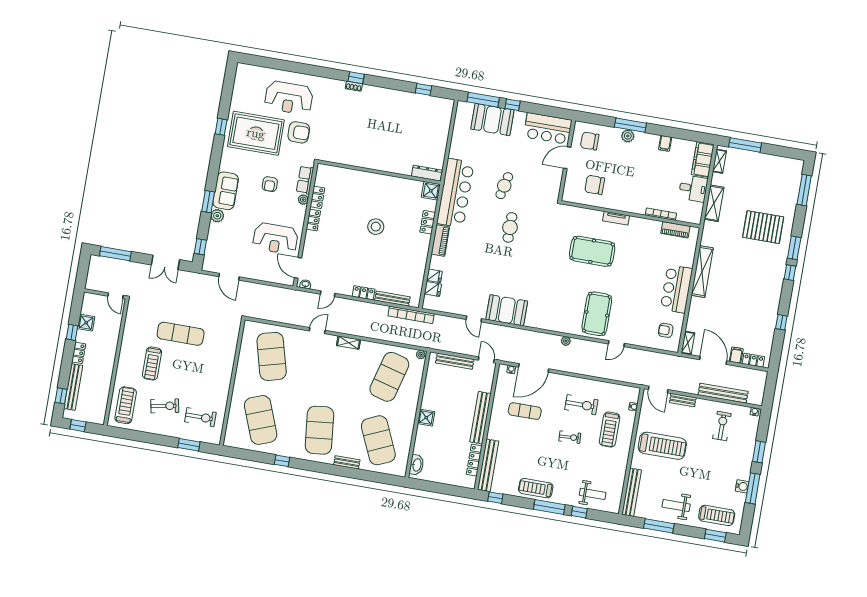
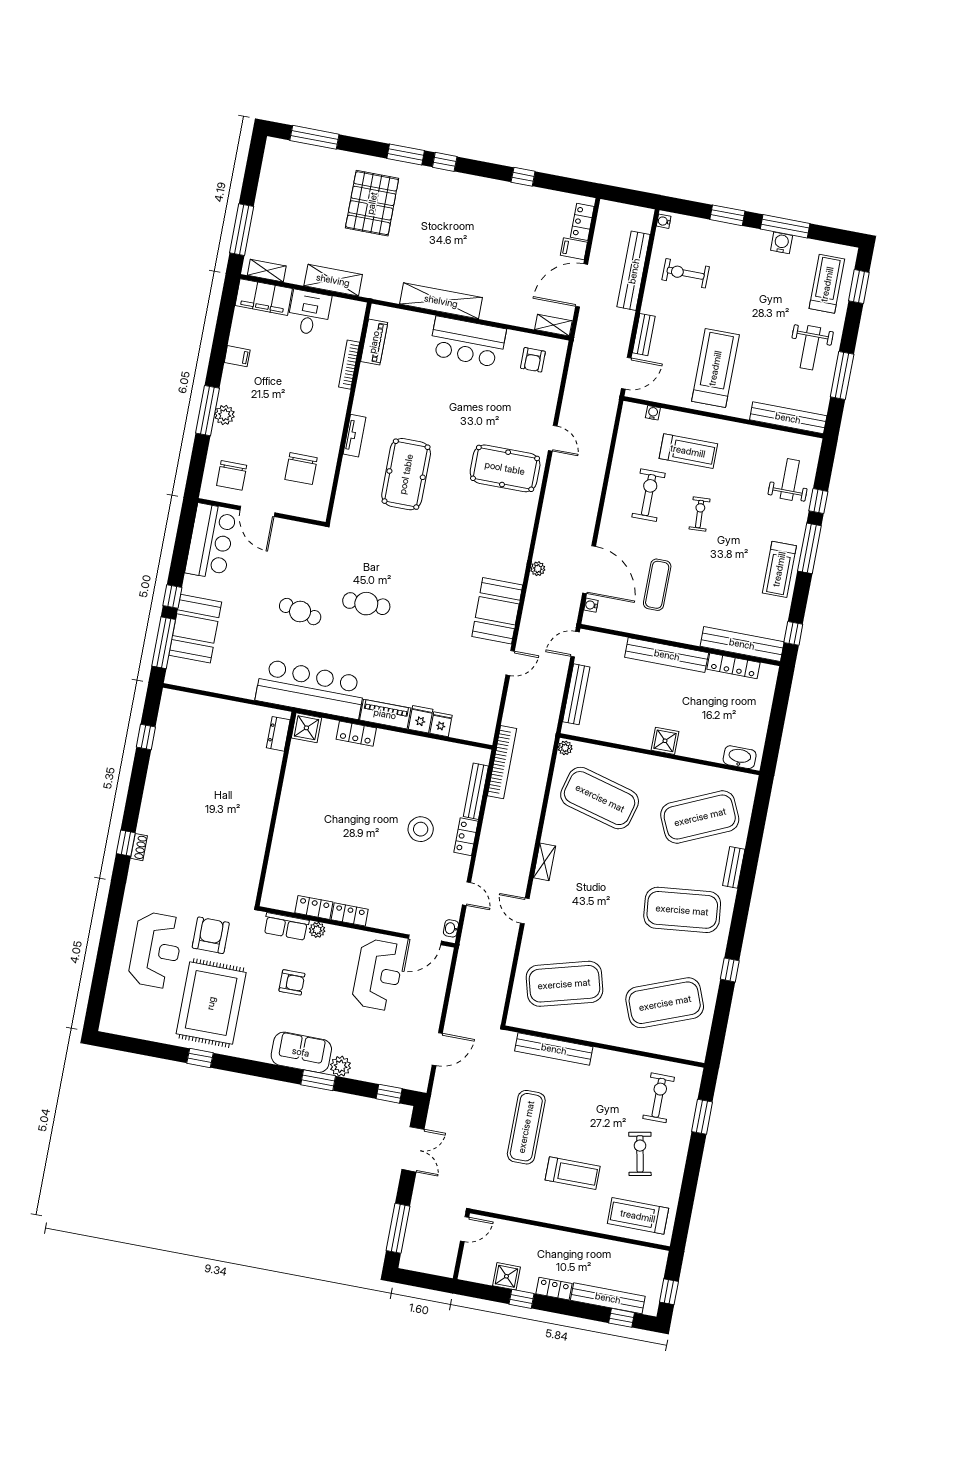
dresser: (427, 173) -> (278, 734), width x0.70
stool: (376, 227) -> (421, 829), moved
fridge: (433, 289) -> (421, 719), moved
plant: (566, 341) -> (538, 569), moved
bench: (230, 350) -> (554, 1049), added

